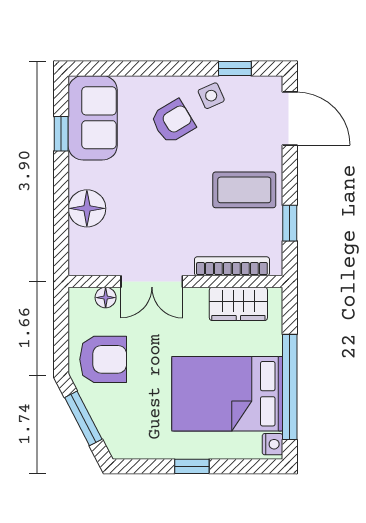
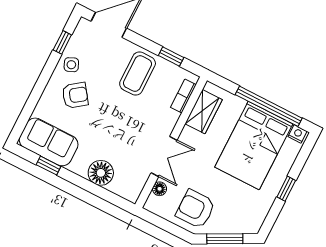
armchair: (173, 121) -> (75, 95), turned 85
bookcase: (232, 266) -> (183, 96), width x0.64
armchair: (103, 359) -> (196, 209), turned -90

